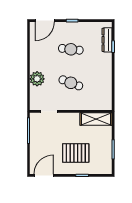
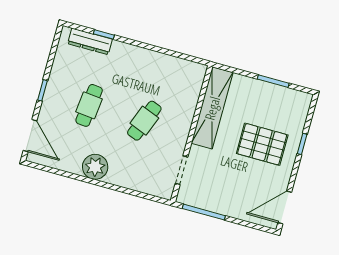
plant: (37, 79) -> (95, 167), moved
shelving: (96, 119) -> (212, 108), width x1.47
pallet: (76, 153) -> (262, 144), turned 90
door: (44, 175) -> (285, 207), hinge flipped

